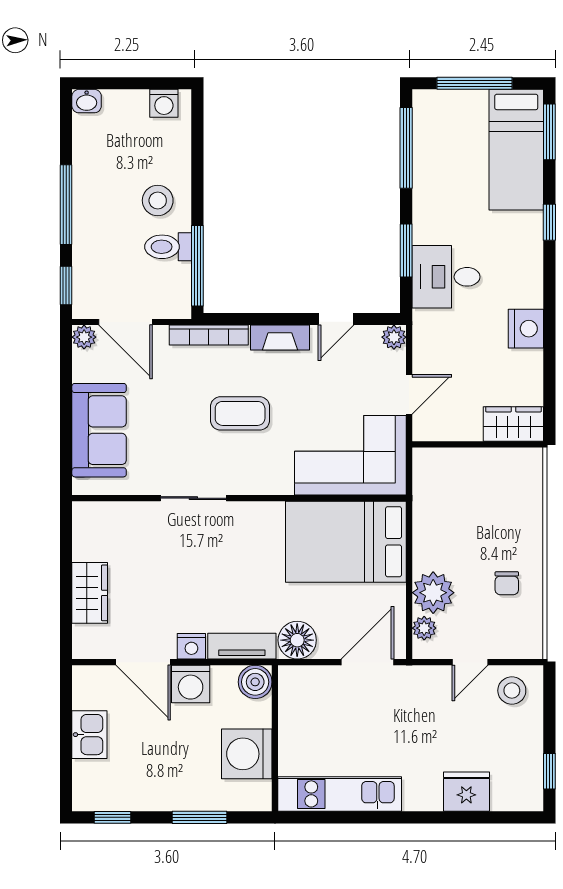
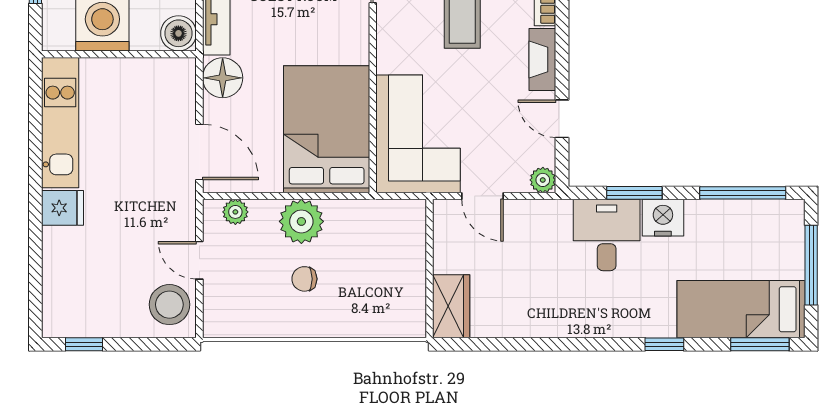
nightstand: (526, 329) -> (663, 218), moved, turned 180
chair: (507, 583) -> (304, 279), moved
plant: (433, 593) -> (301, 221), moved
stool: (512, 691) -> (169, 305), width x1.38, depth x1.38
fridge: (466, 792) -> (63, 208), moved, width x0.72

